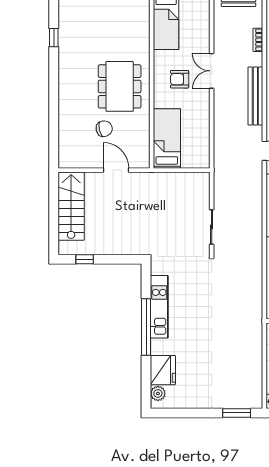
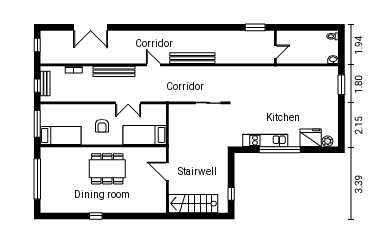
window: (54, 38) -> (96, 216), moved
double door: (212, 71) -> (128, 103), moved
chair: (104, 129) -> (137, 180), removed
door: (116, 170) -> (167, 171), hinge flipped

